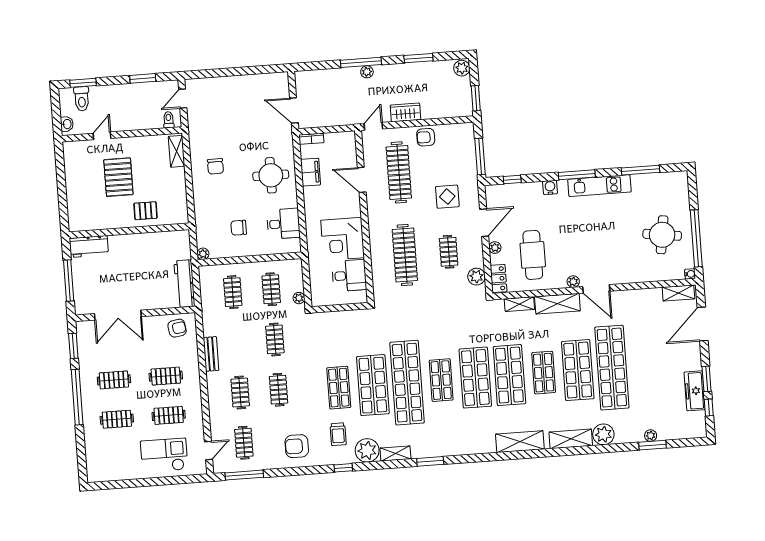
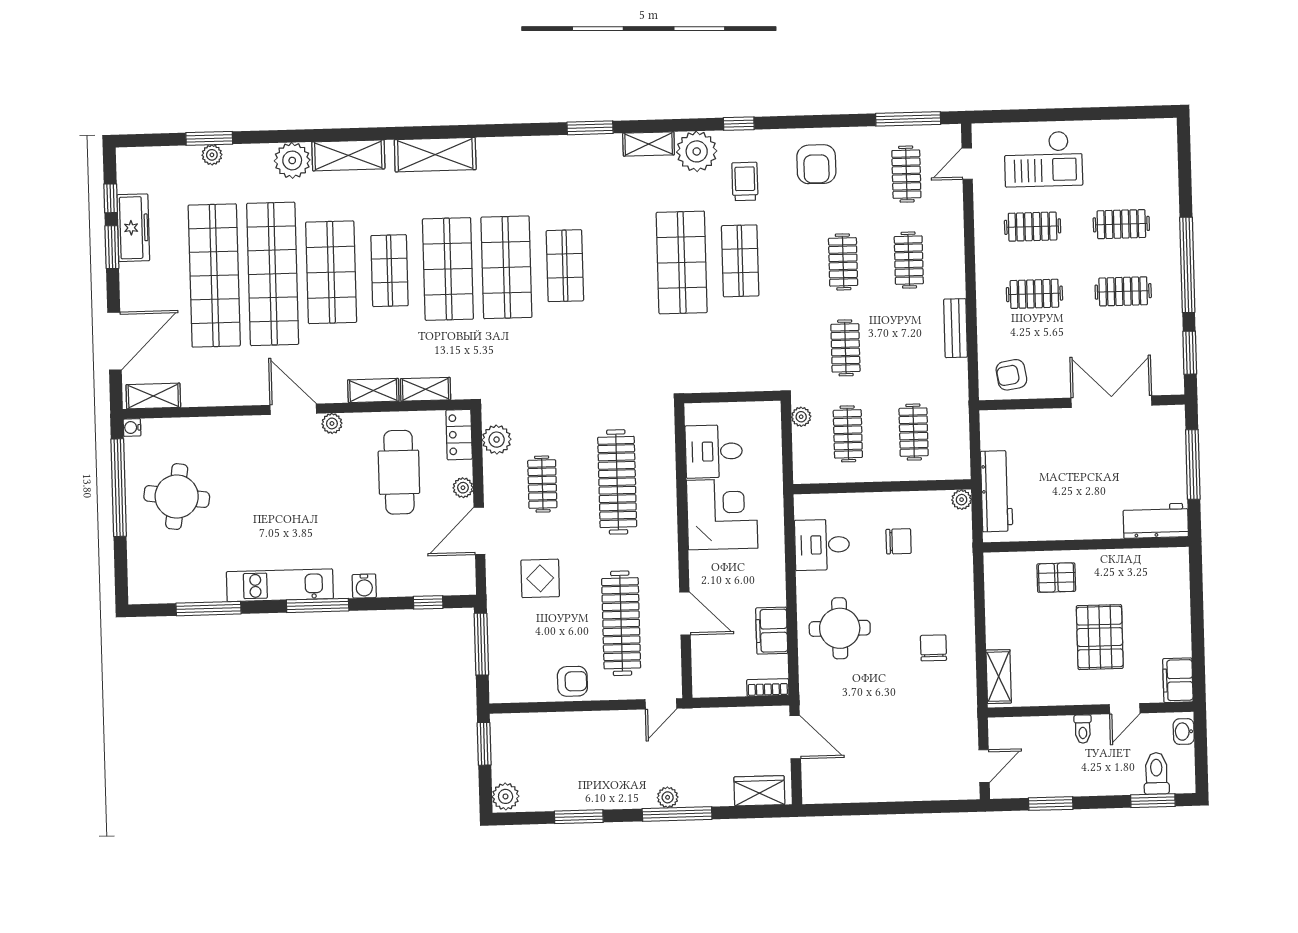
wardrobe: (405, 112) -> (759, 791), moved, turned 180
toilet: (169, 120) -> (1083, 729), moved
filing cabinet: (72, 154) -> (1178, 680), added
workbench: (184, 284) -> (997, 491), moved
shelving: (557, 304) -> (373, 391), width x0.67, depth x0.75
shop shelf: (407, 383) -> (214, 275), moved
armchair: (297, 446) -> (816, 164), turned 90

